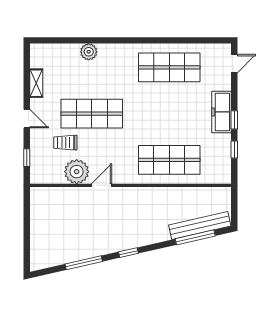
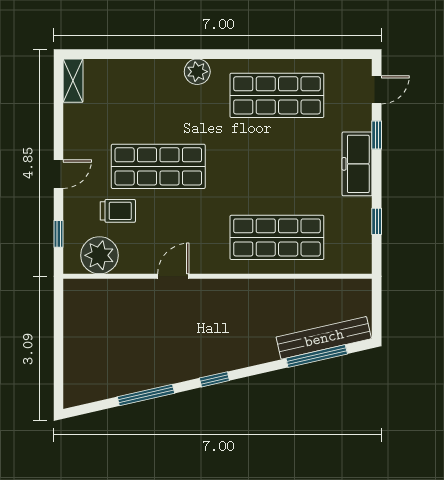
plant: (89, 52) -> (197, 72), moved
shelving: (36, 83) -> (73, 81), moved
door: (27, 119) -> (59, 174), hinge flipped
window: (234, 120) -> (377, 135), moved
trolley: (65, 143) -> (118, 211), turned 180
plant: (77, 172) -> (99, 255), moved

